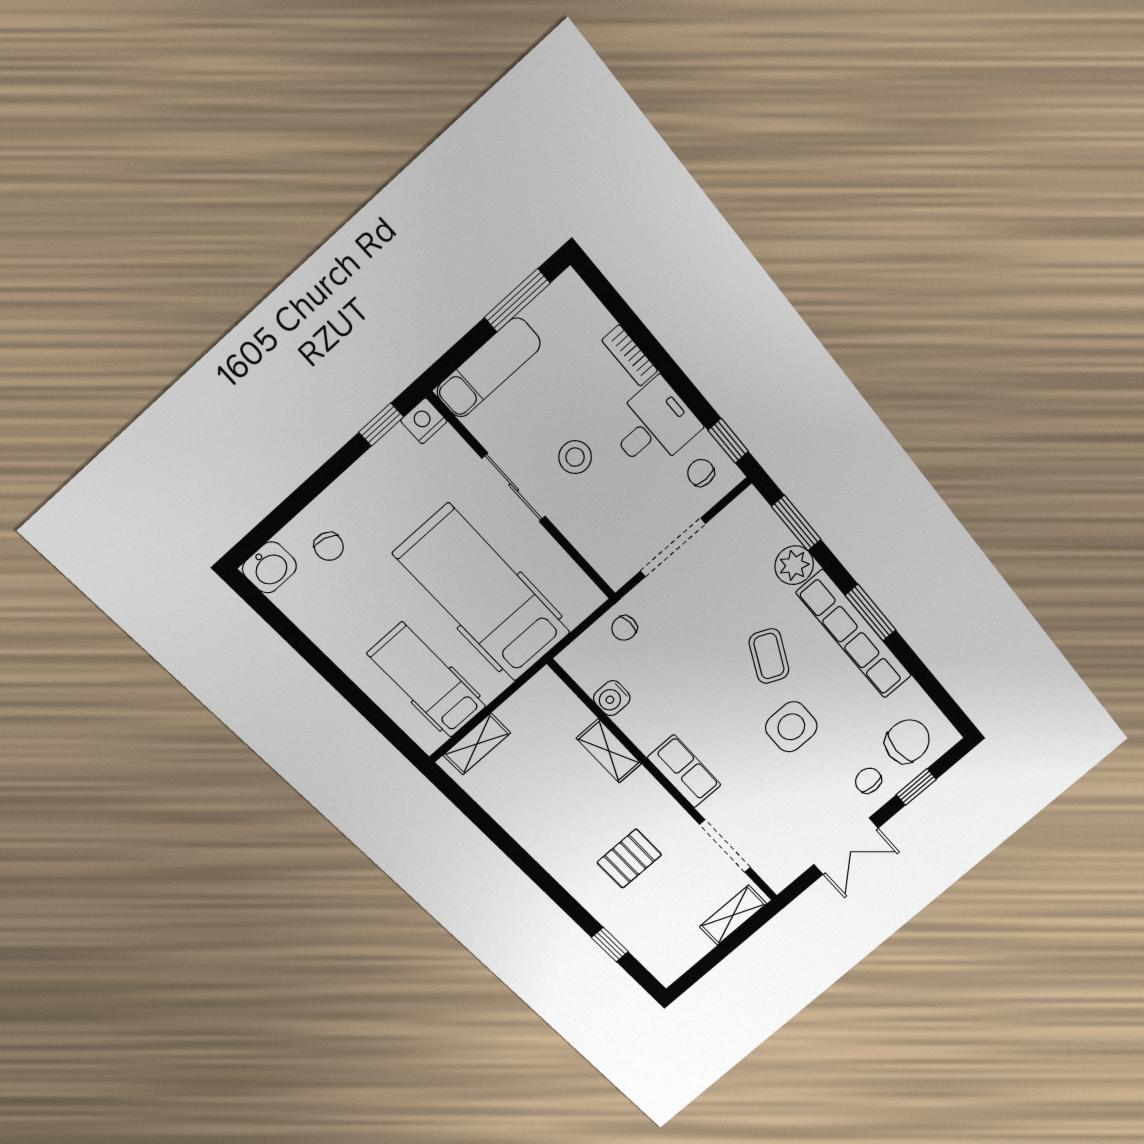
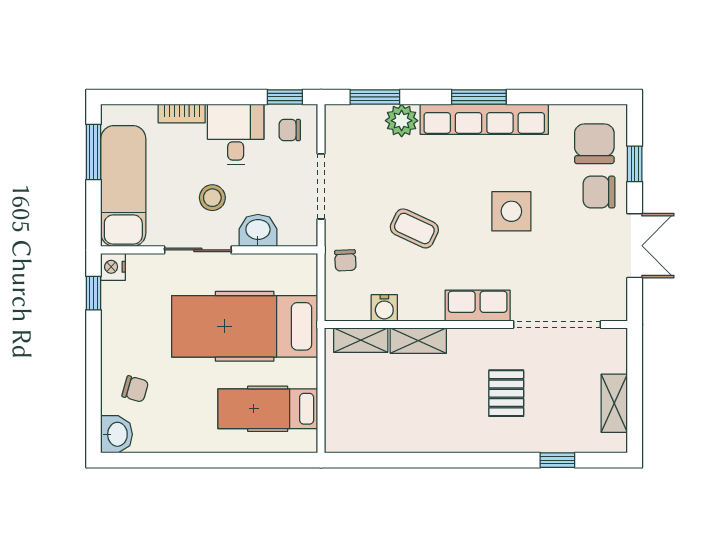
exam couch: (489, 368) -> (123, 186), width x1.36, depth x1.45
washbasin: (582, 527) -> (258, 230), added
coffee table: (769, 656) -> (414, 228), moved
shelving: (477, 744) -> (361, 340), moved, turned 90
chair: (868, 781) -> (599, 192), width x1.37, depth x1.37
doorway: (725, 846) -> (557, 324), width x1.36
shelving: (733, 915) -> (614, 403), moved

